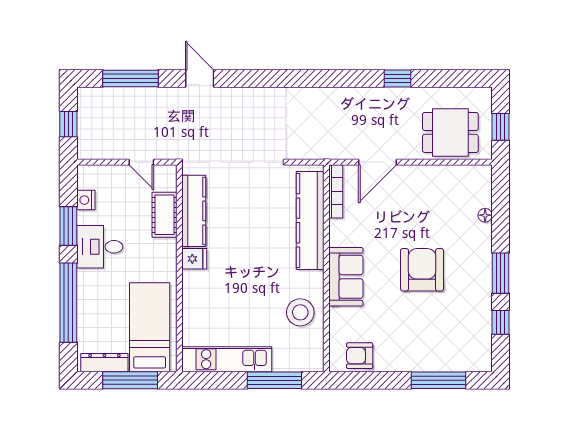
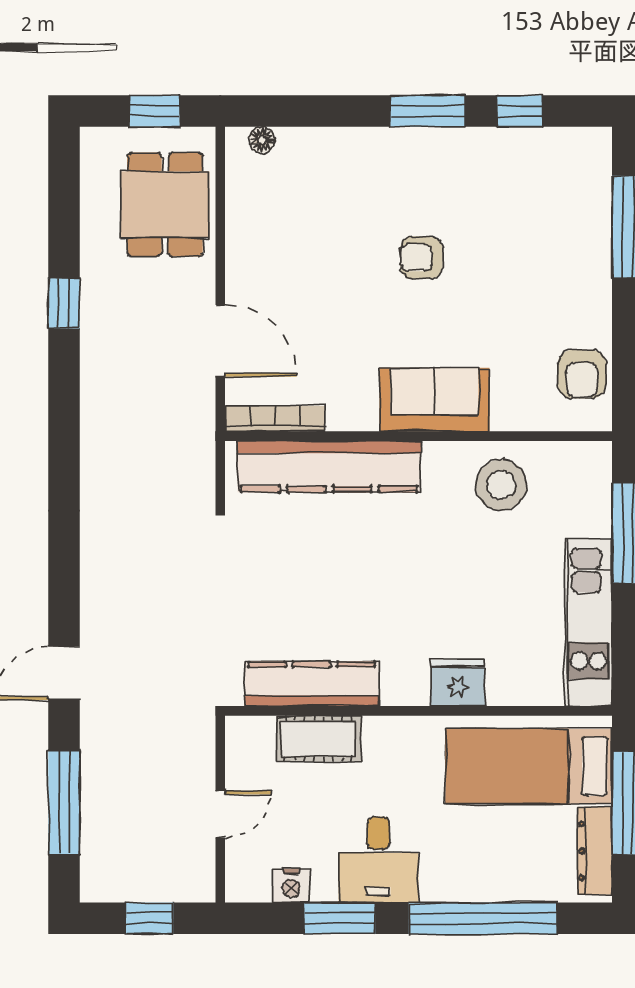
door: (141, 162) -> (220, 814), moved
floor lamp: (485, 215) -> (262, 140), moved
fridge: (194, 259) -> (458, 683), moved, width x1.38
armchair: (422, 270) -> (421, 258), width x0.53, depth x0.53

